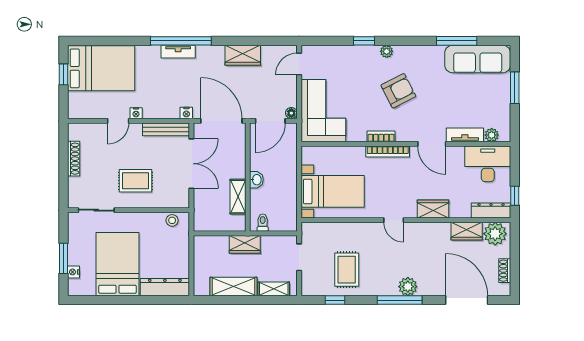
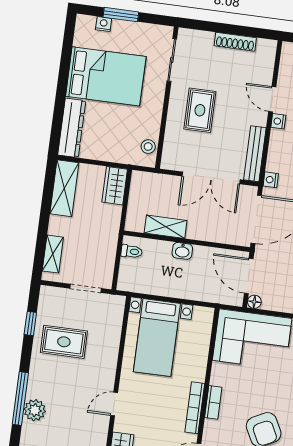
wardrobe: (245, 244) -> (115, 186), moved
shelving: (233, 287) -> (64, 188), moved

